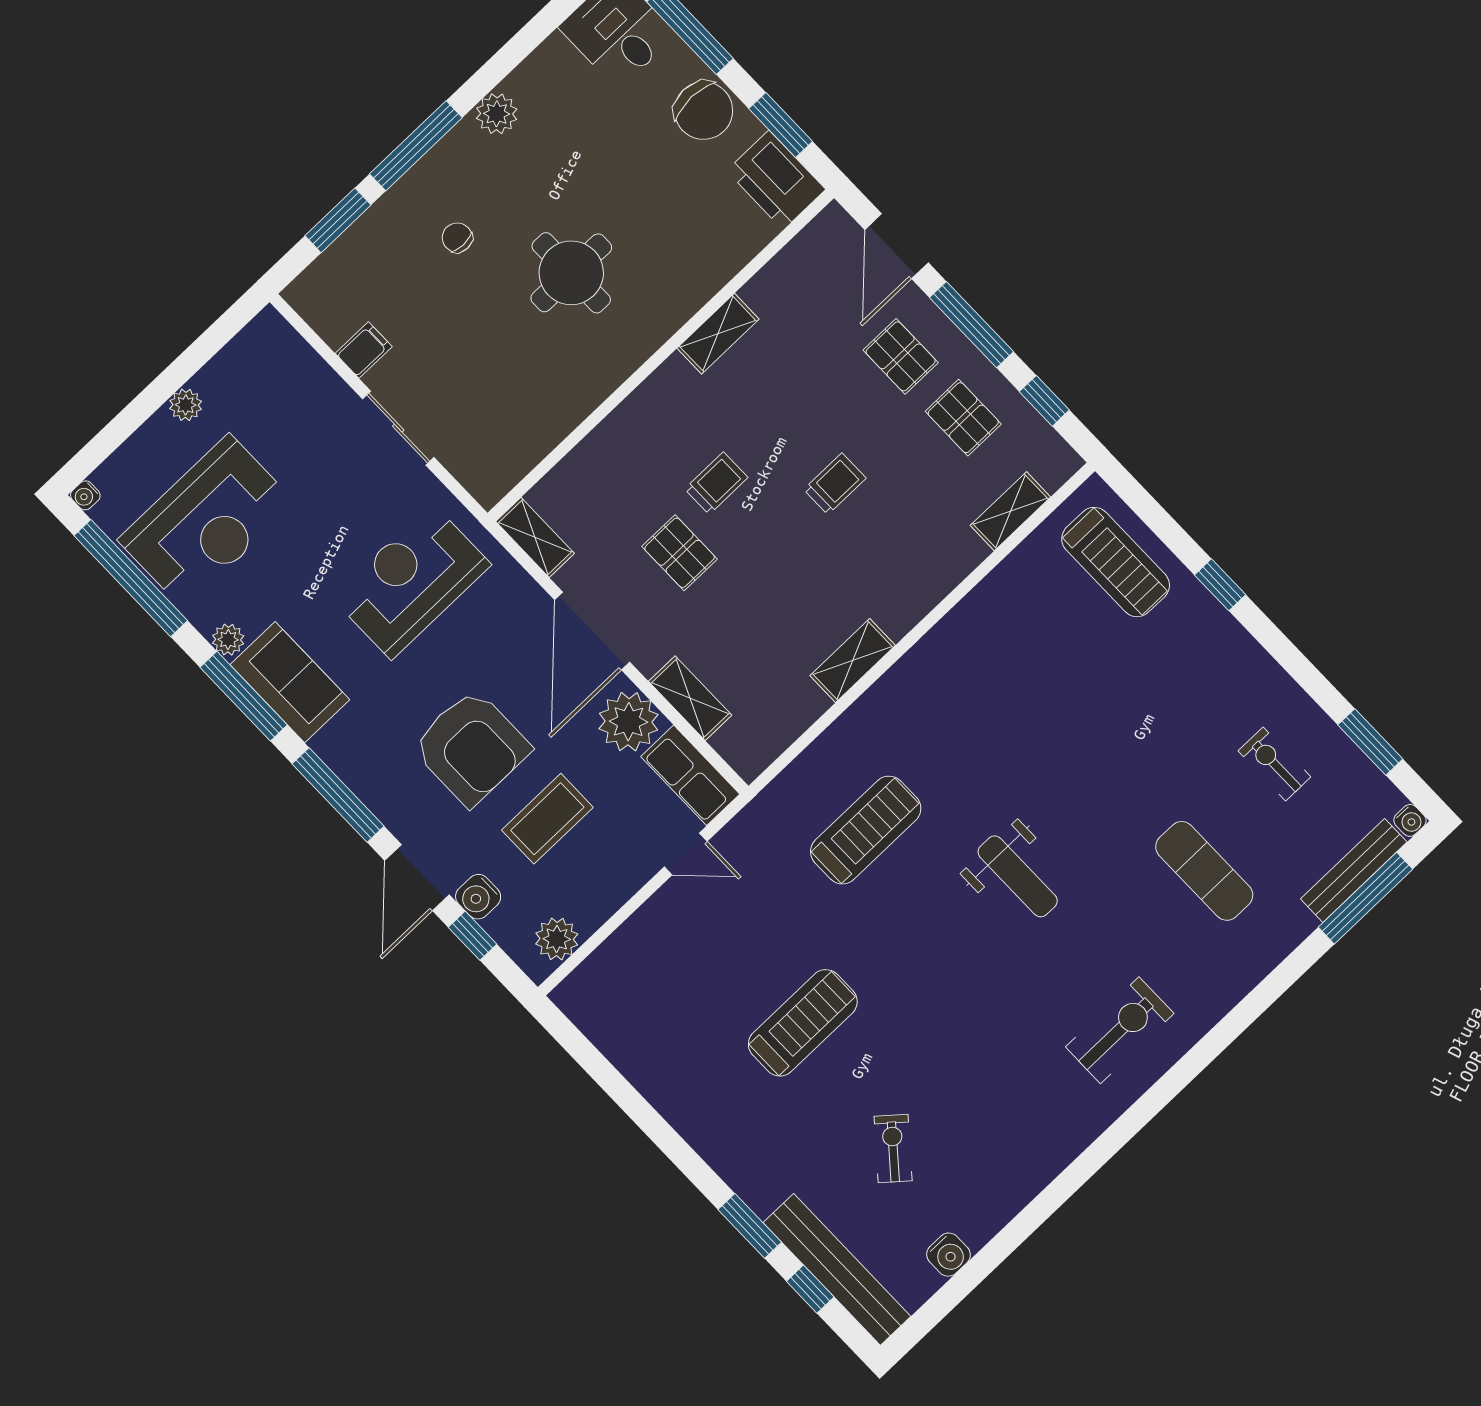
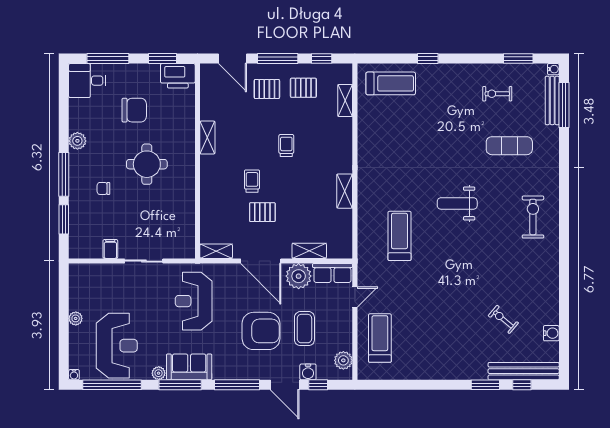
chair: (704, 111) -> (134, 110), moved
weight bench: (1018, 876) -> (457, 203), turned 180
treadmill: (803, 1023) -> (380, 338), moved

